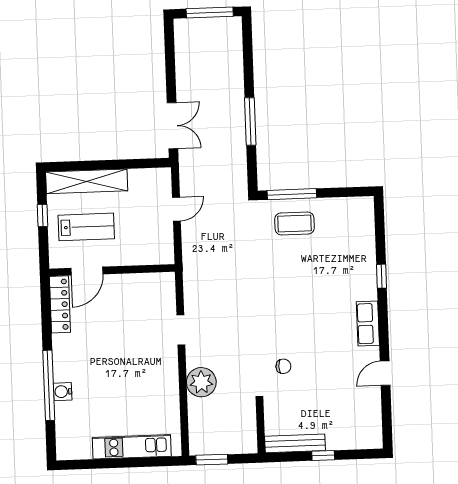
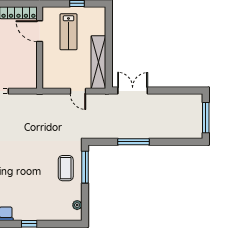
double door: (172, 126) -> (133, 91), swing flipped
shelving: (87, 181) -> (98, 62), moved
plant: (350, 204) -> (77, 205), added

